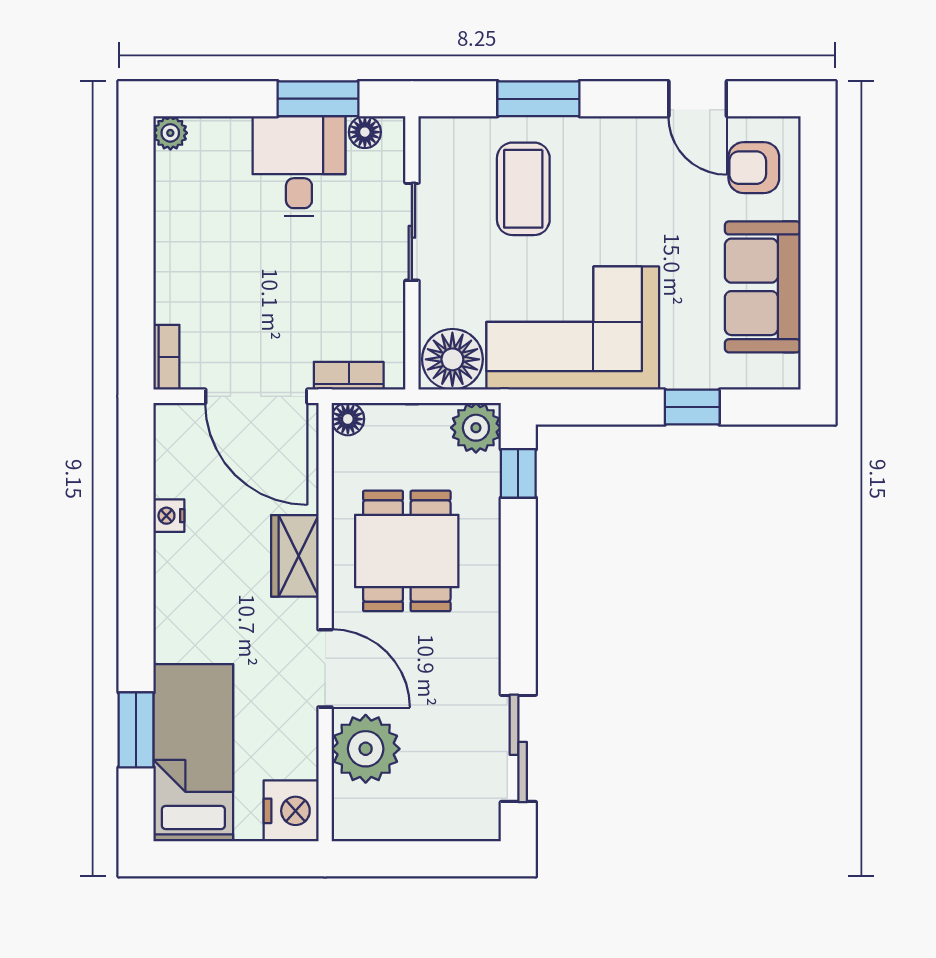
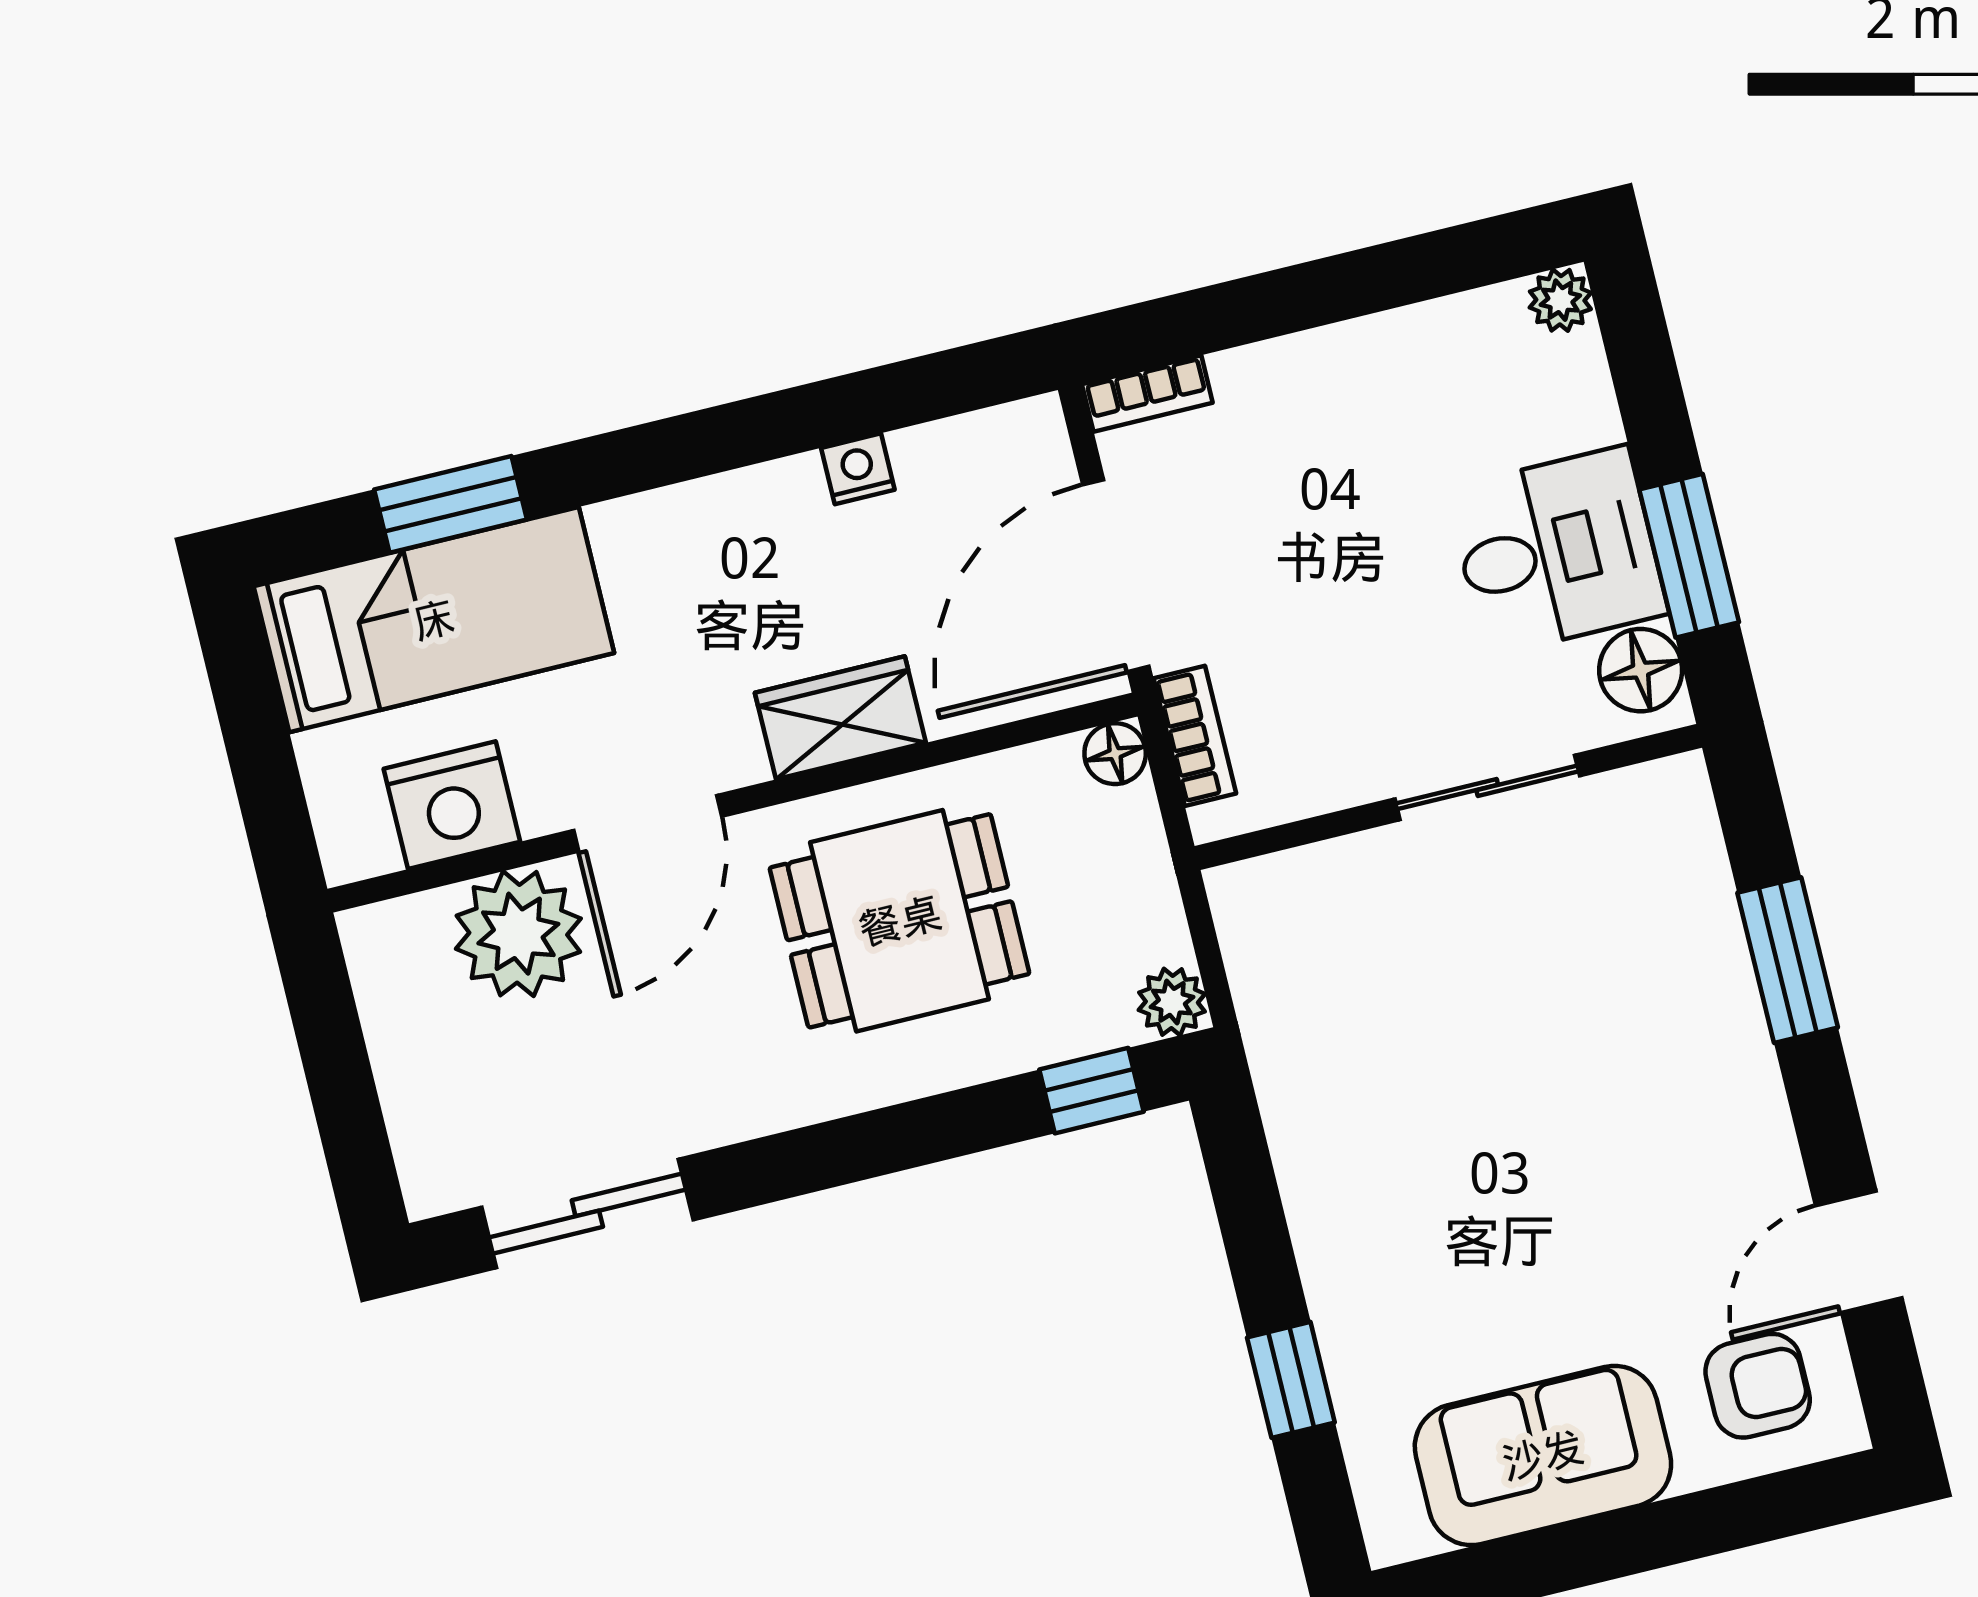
floor lamp: (365, 132) -> (1641, 670), width x1.37, depth x1.37
armchair: (754, 168) -> (1758, 1386), turned 90
coffee table: (523, 189) -> (1616, 973), removed
corner sofa: (573, 328) -> (1382, 1125), removed
floor lamp: (452, 359) -> (1271, 919), removed
plant: (476, 428) -> (1172, 1002), width x0.73, depth x0.73
nightstand: (291, 811) -> (452, 805), moved

